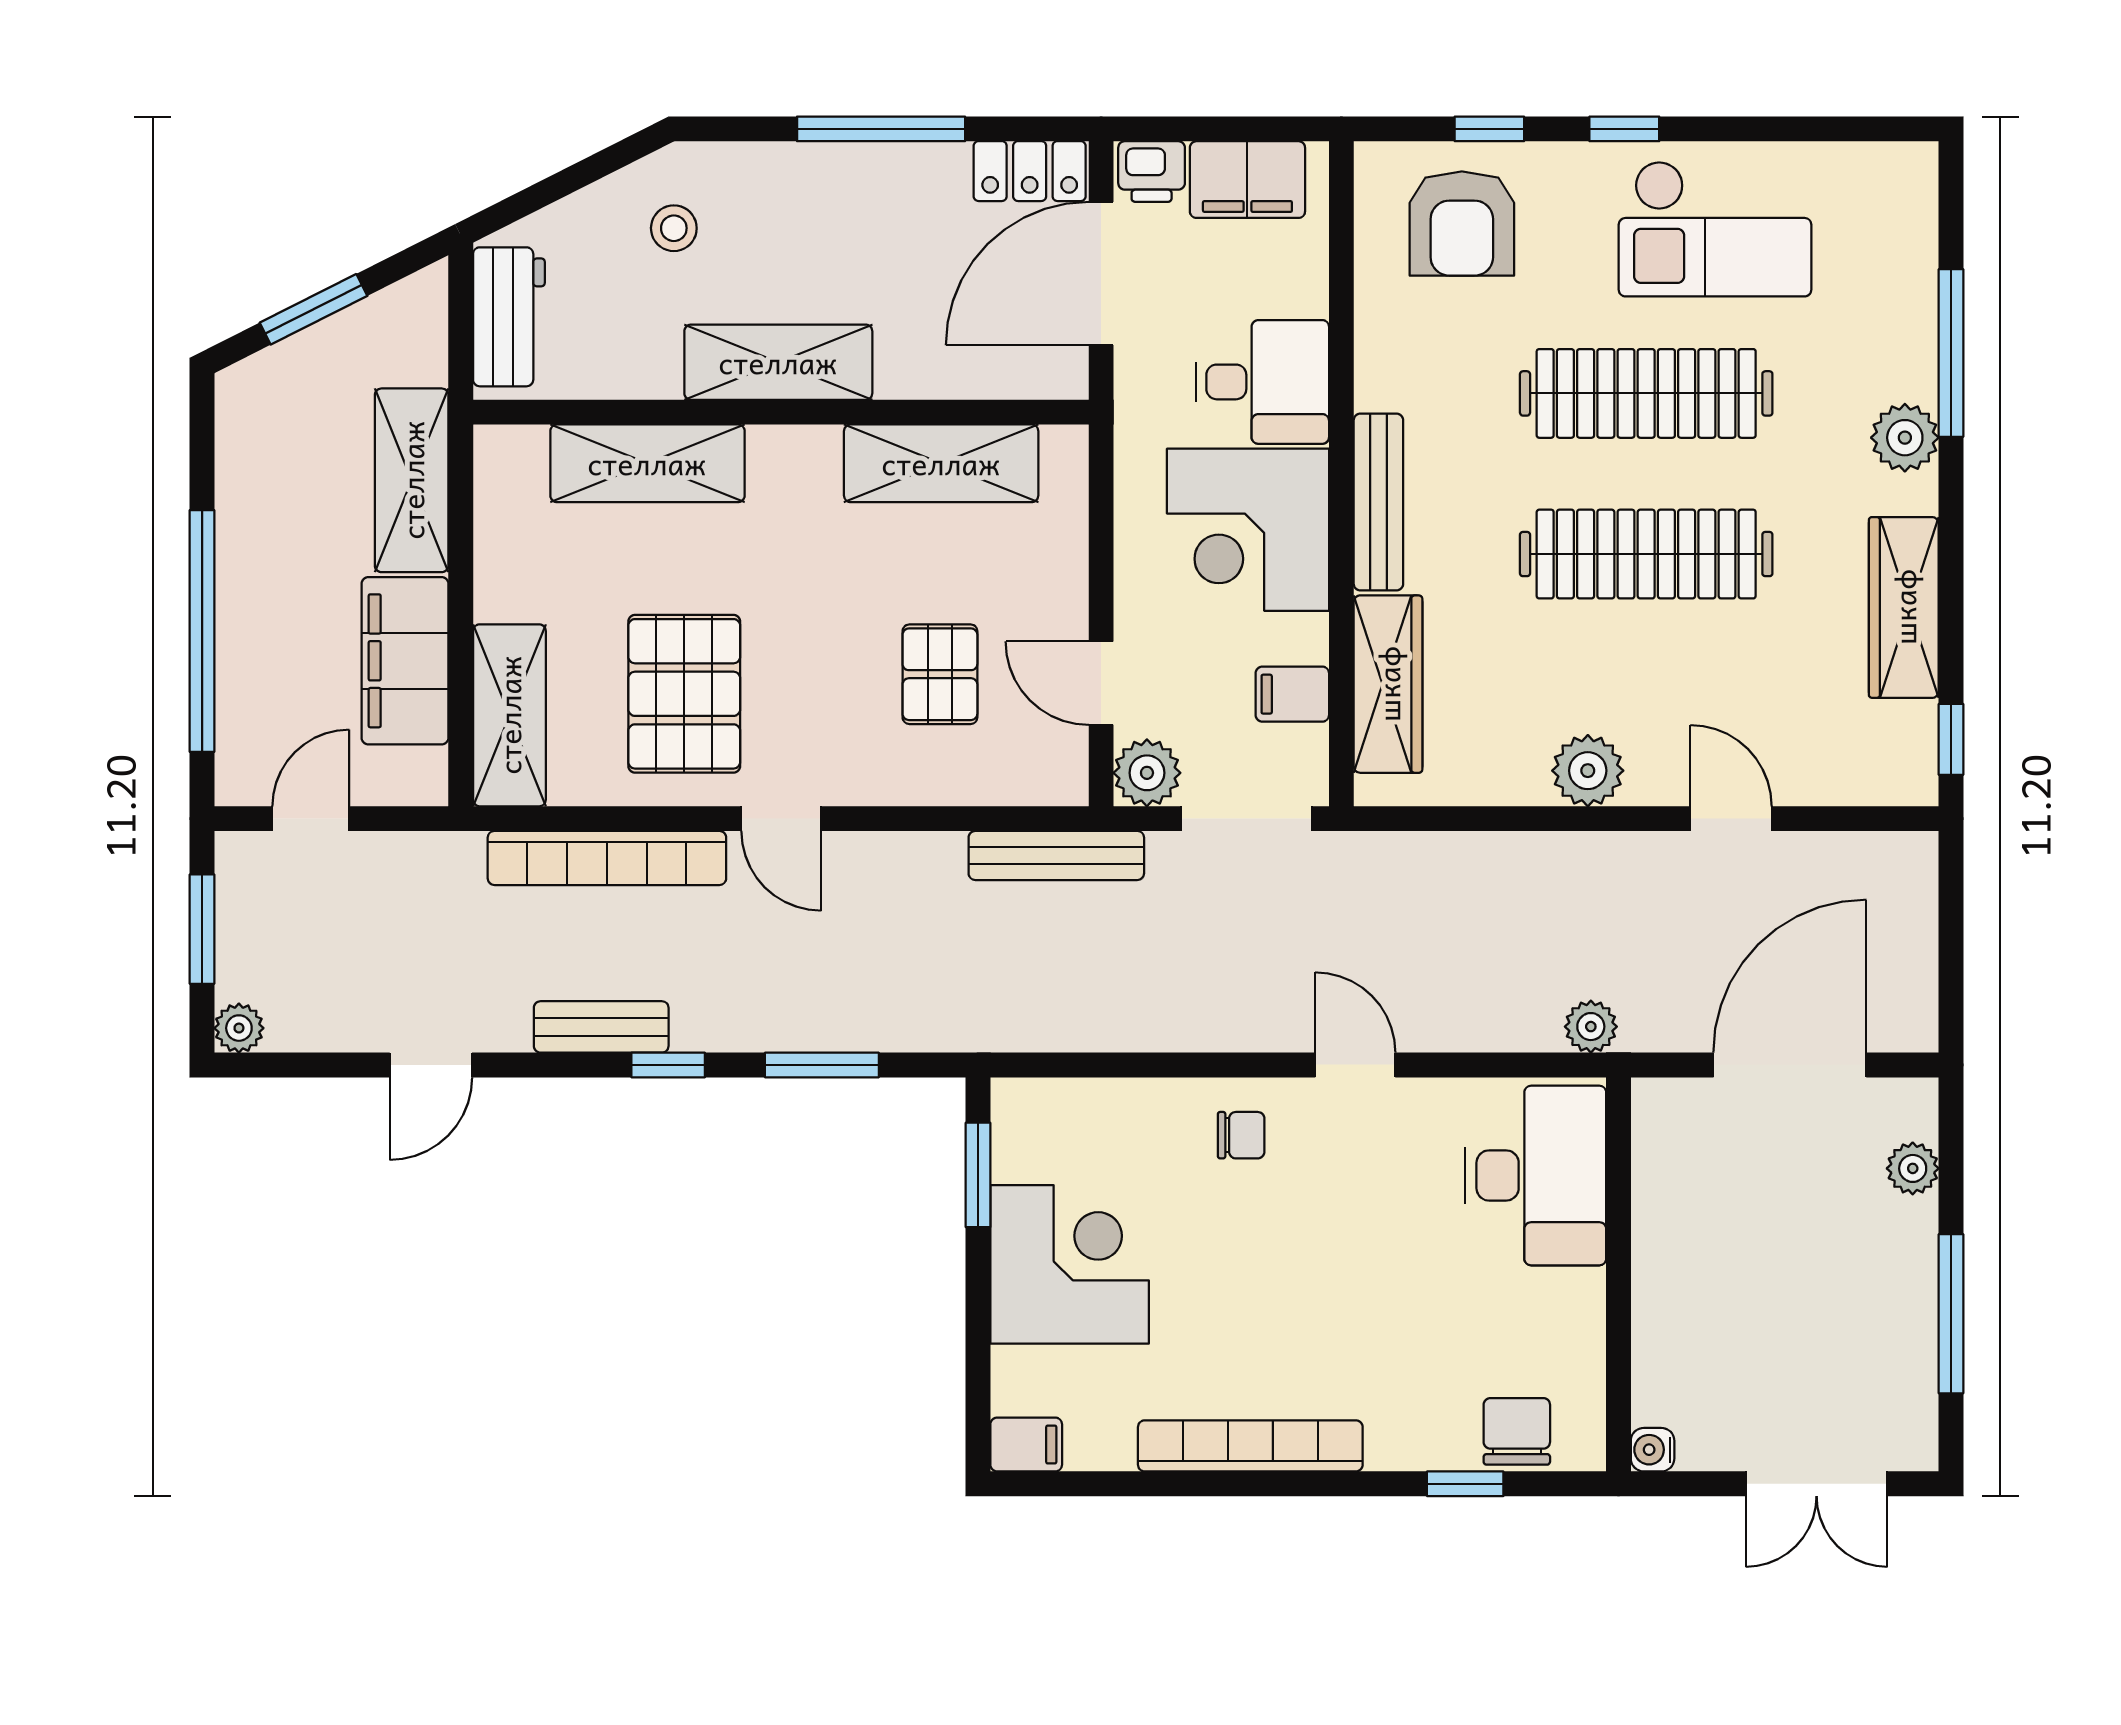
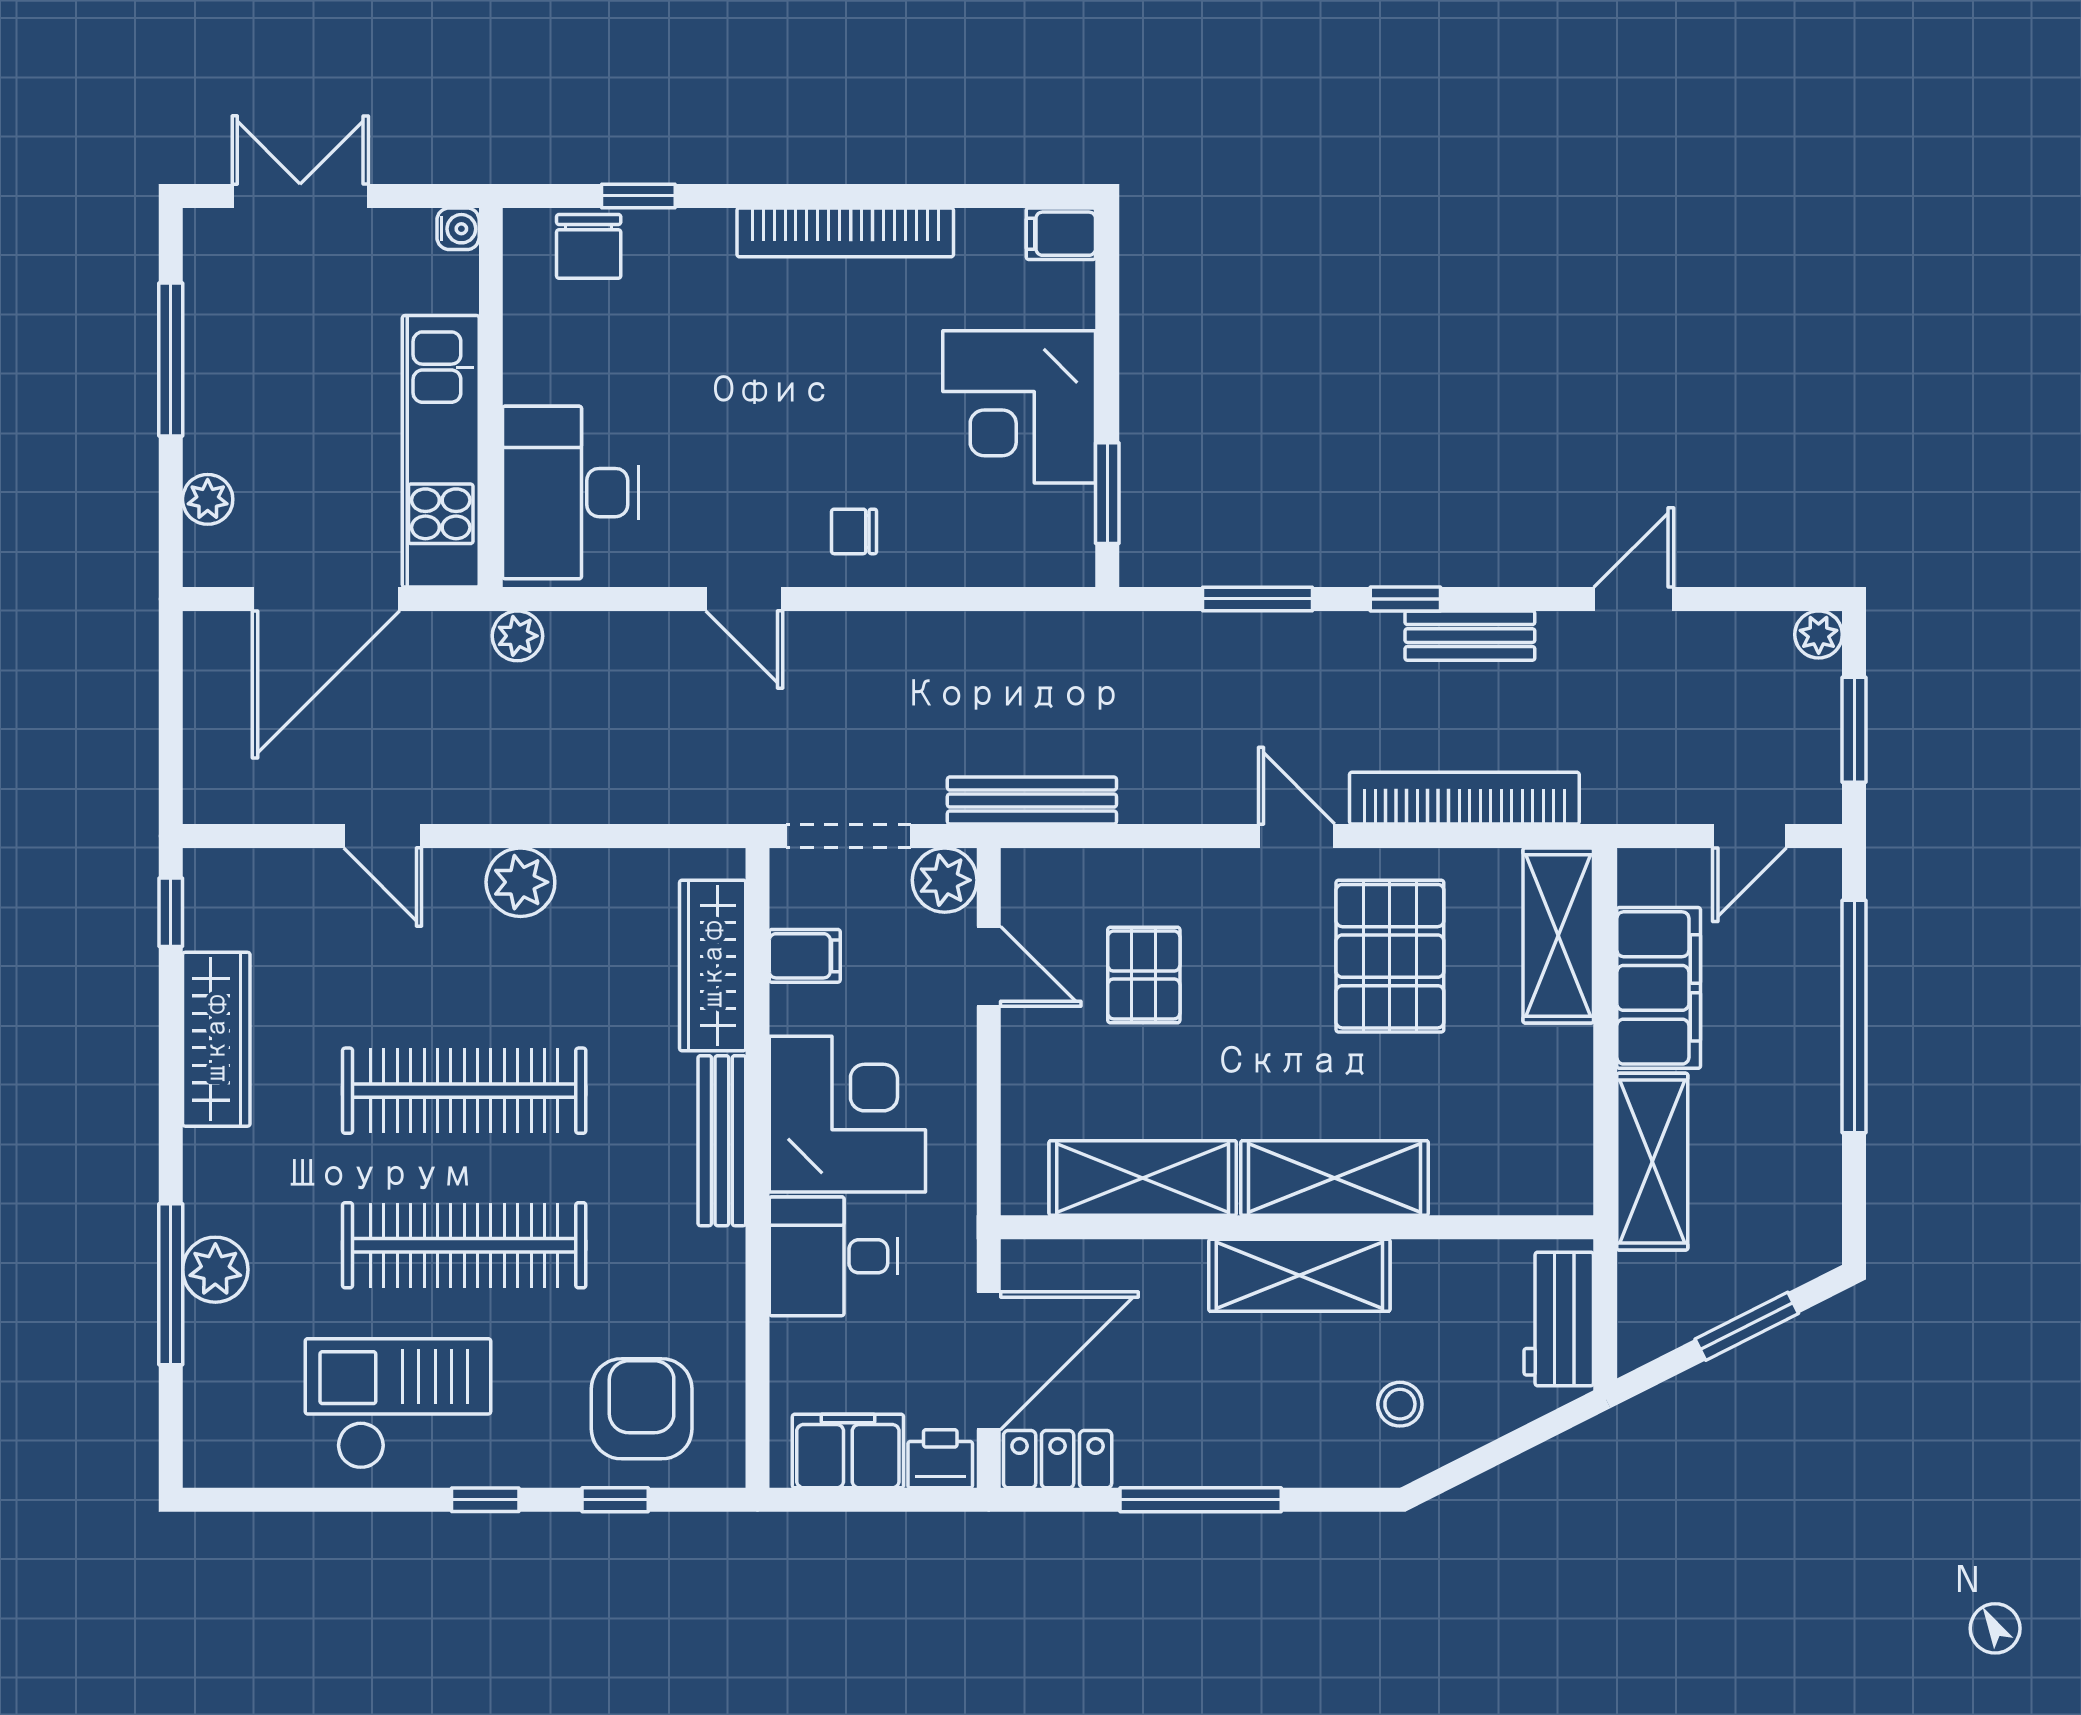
plant: (1905, 438) -> (215, 1270), moved
shelving: (647, 463) -> (1335, 1178), moved
kitchen unit: (1671, 1218) -> (441, 451), added

